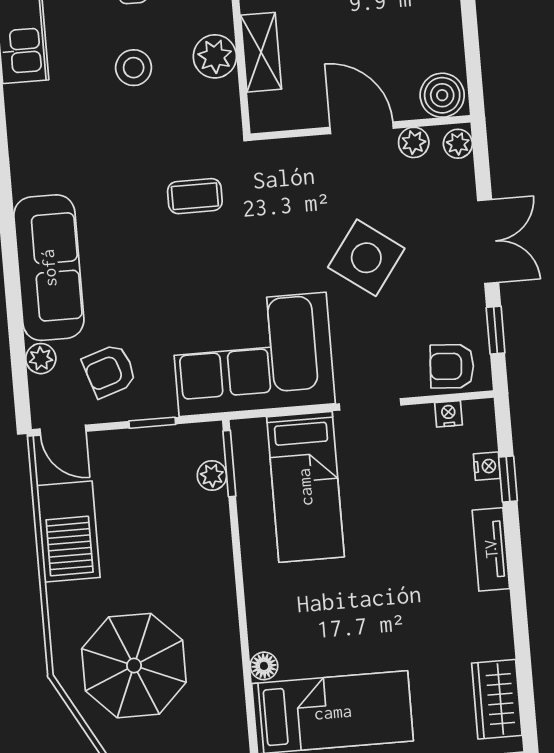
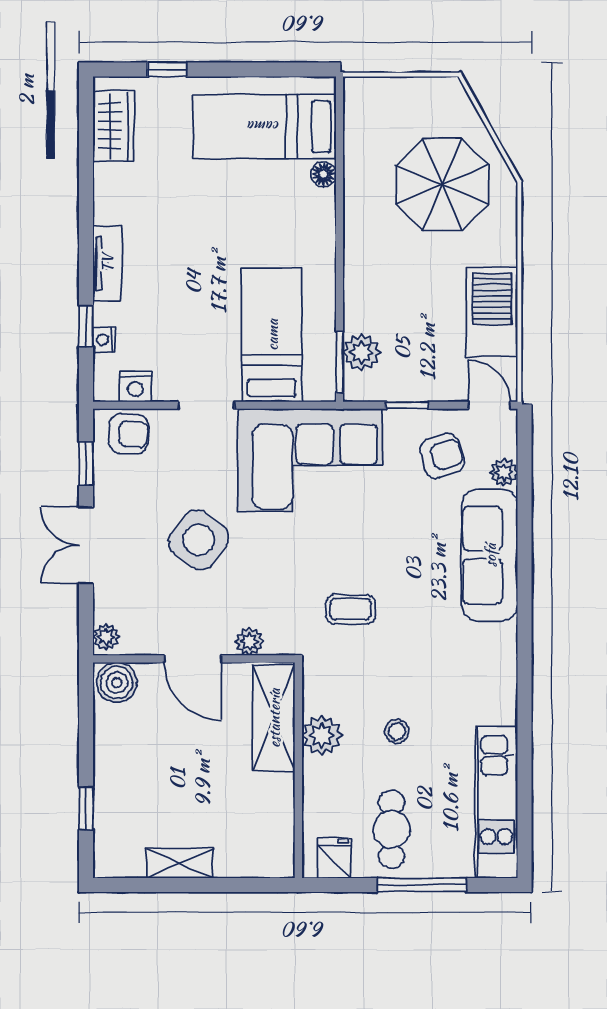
shelving: (261, 52) -> (274, 718), width x1.50, depth x1.33
stool: (134, 68) -> (397, 731), width x0.73, depth x0.73
plant: (414, 142) -> (249, 642), moved
nightstand: (448, 414) -> (135, 387), width x1.39, depth x1.35
plant: (212, 475) -> (361, 352), width x1.38, depth x1.38

